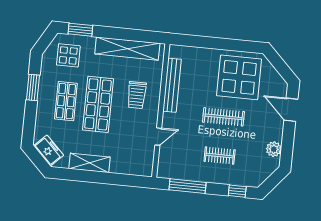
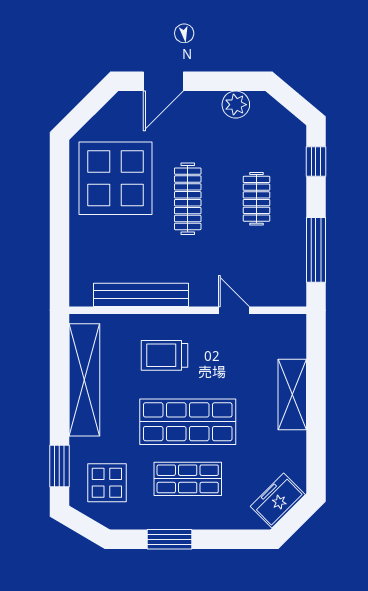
trolley: (137, 95) -> (165, 355), turned 180
shelving: (90, 163) -> (292, 395), moved

